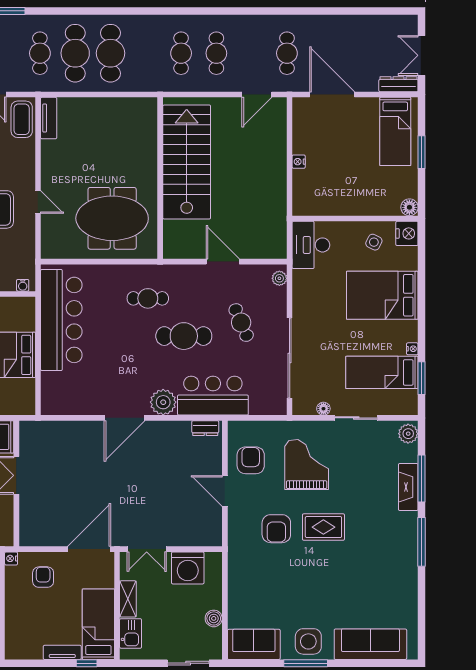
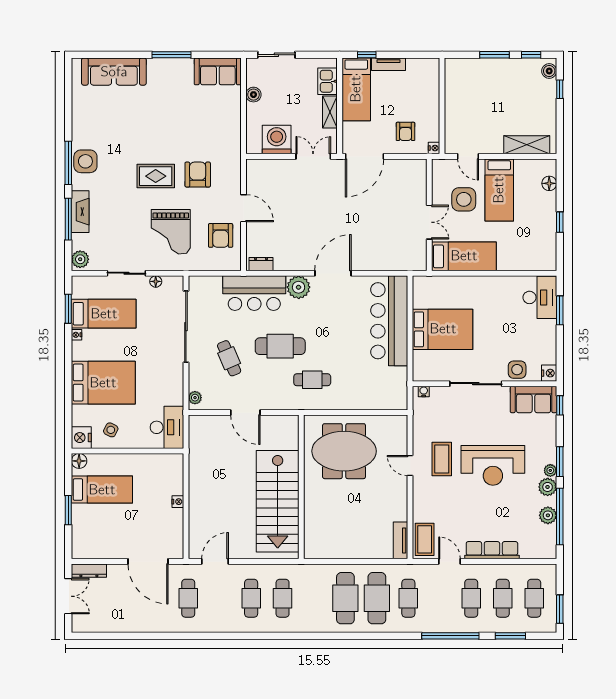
bed: (395, 131) -> (102, 490), moved, turned 90
bar counter: (61, 320) -> (389, 321), moved
side table: (308, 641) -> (85, 161), moved

